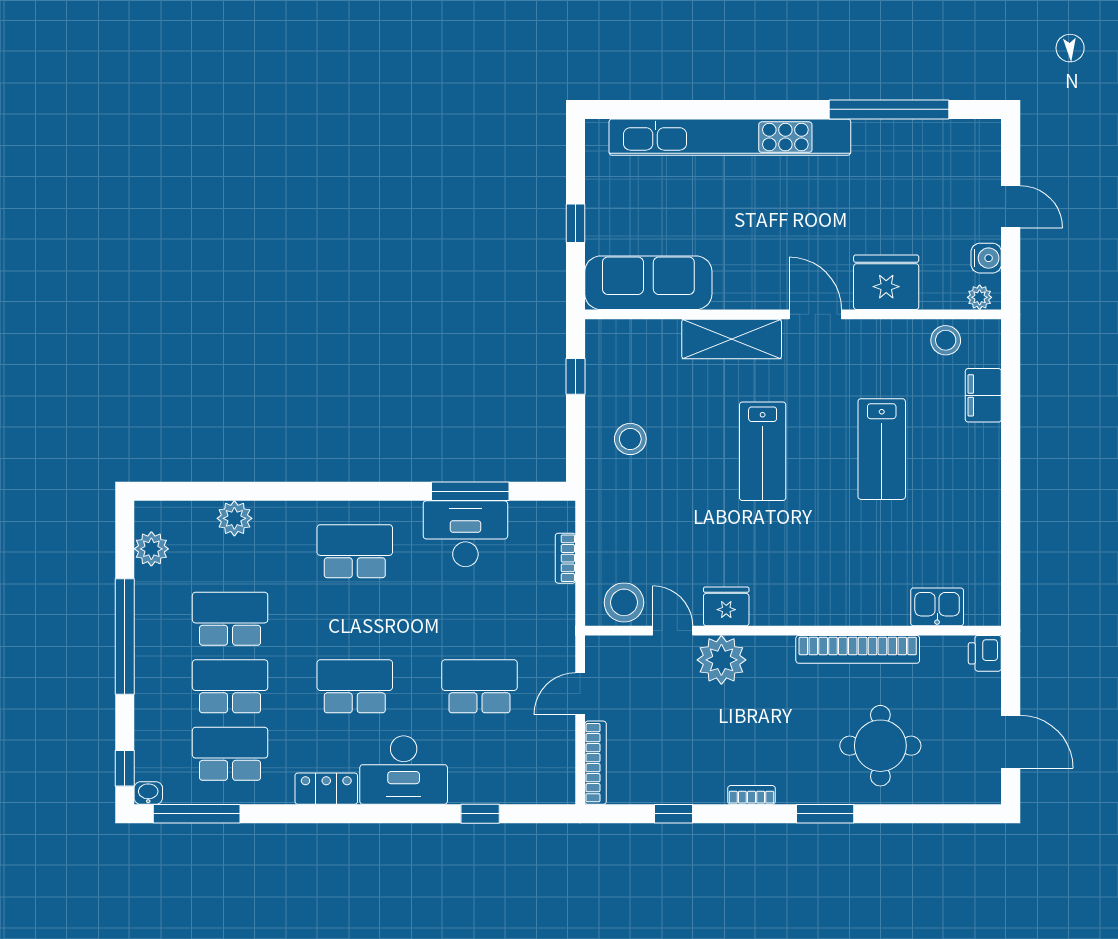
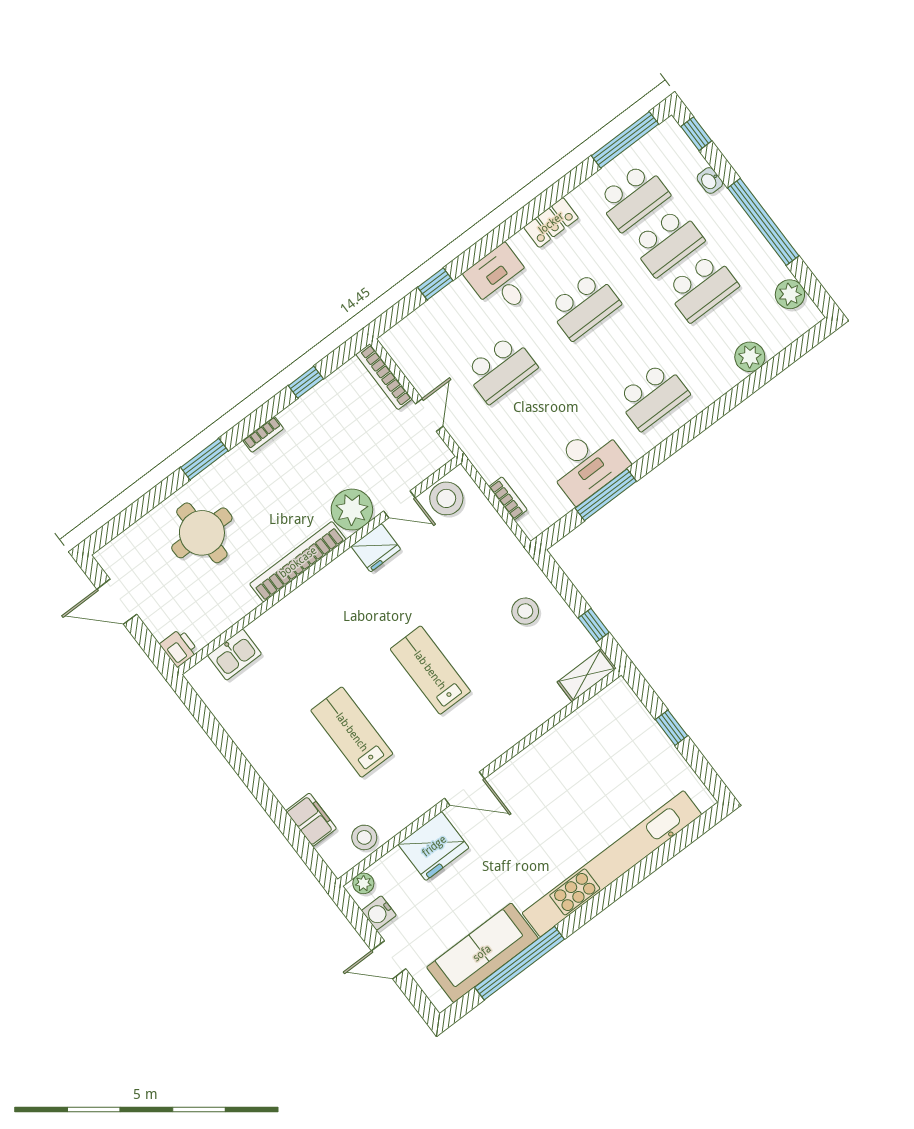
sofa: (648, 283) -> (482, 953), moved, turned 180
shelving: (732, 339) -> (587, 675), moved, width x0.67, depth x0.75
bookcase: (858, 649) -> (298, 562), moved
desk: (404, 770) -> (501, 280), width x0.73
washbasin: (148, 793) -> (710, 180), moved, turned 90

